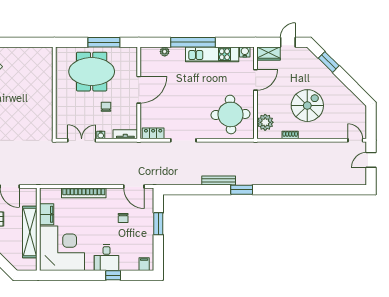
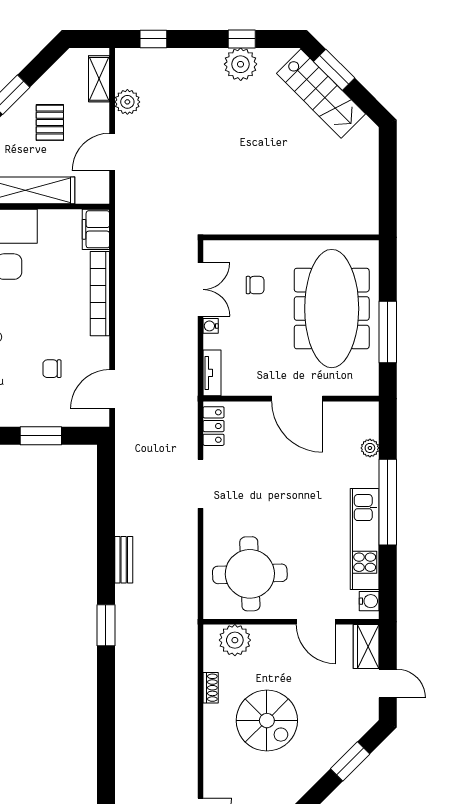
meeting table: (92, 72) -> (332, 309), width x1.36
chair: (106, 107) -> (255, 285), moved
bench: (219, 180) -> (124, 560), width x0.73
window: (242, 190) -> (106, 625), moved
filing cabinet: (47, 214) -> (96, 229), moved, turned 90

